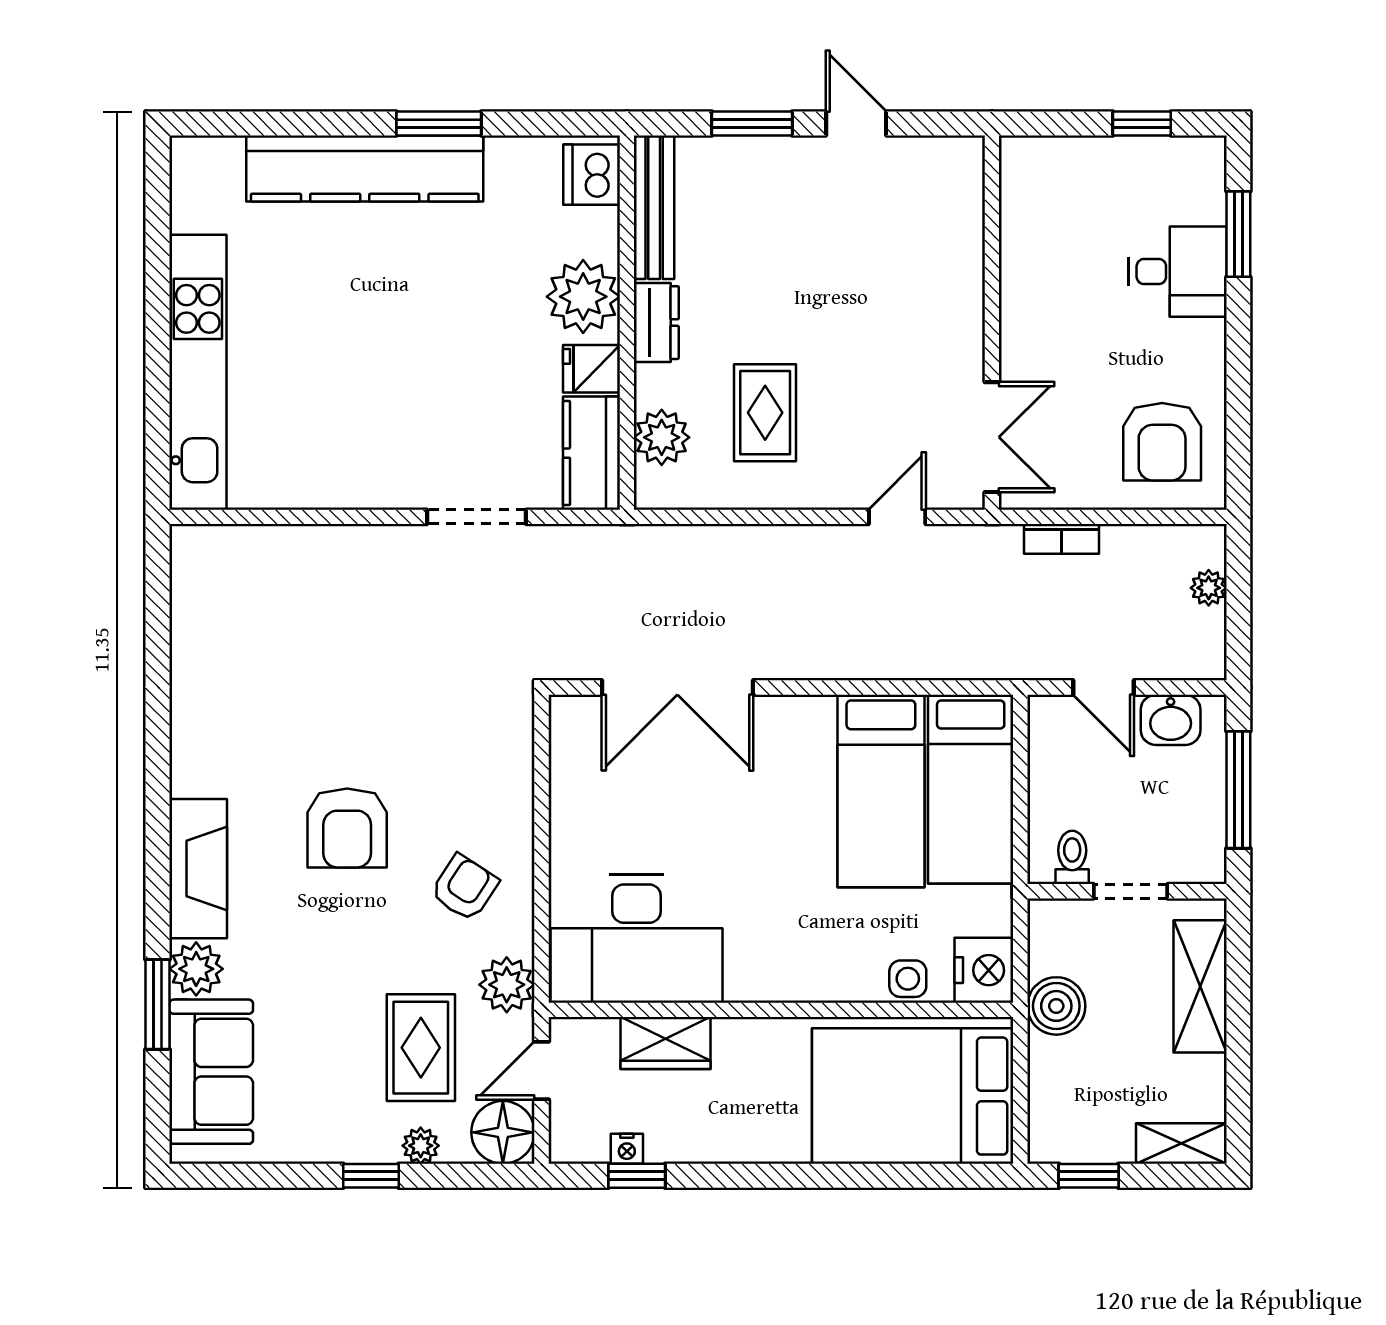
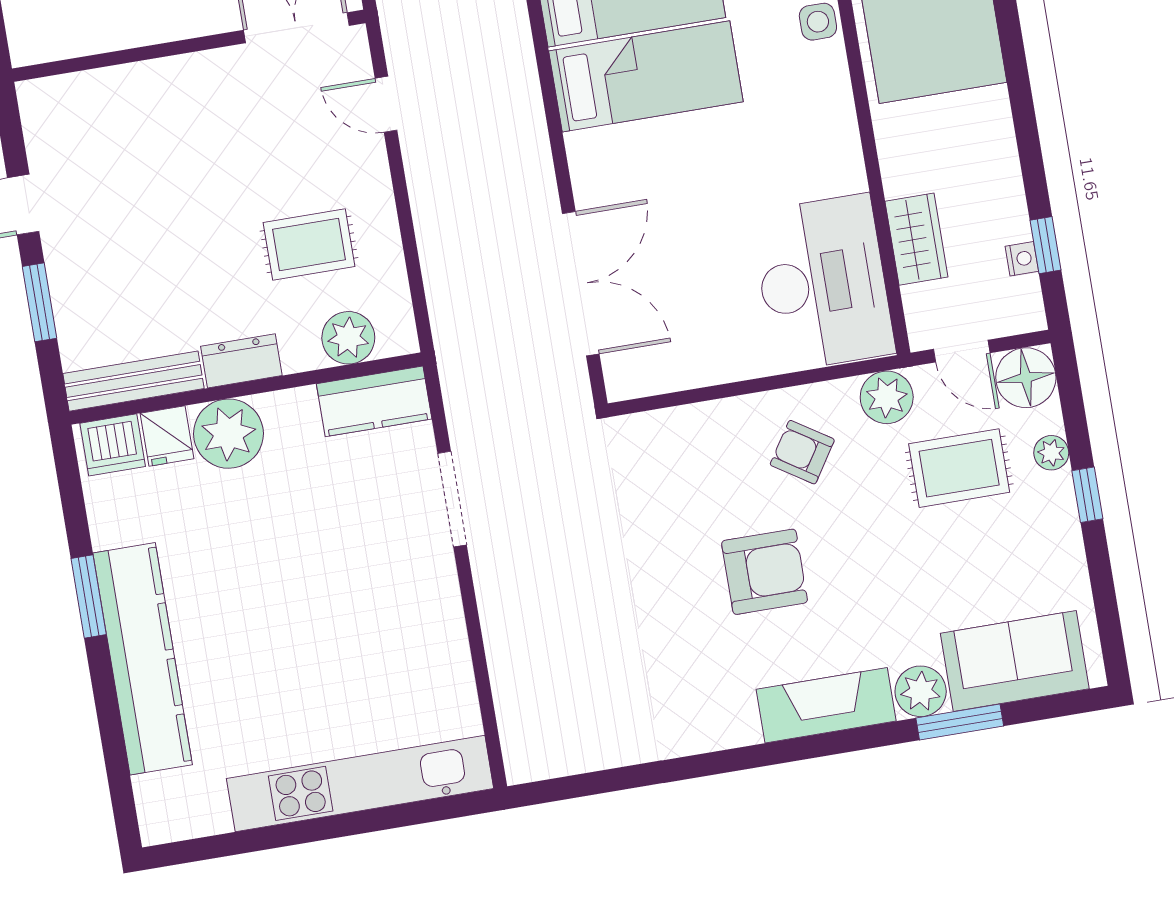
fridge: (591, 369) -> (167, 436), moved

